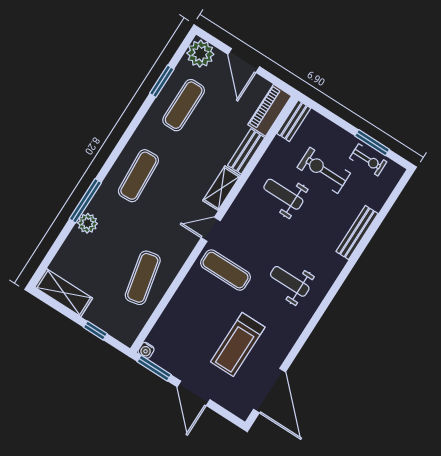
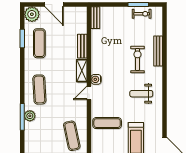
piano: (270, 110) -> (81, 20), removed
exercise bike: (324, 170) -> (137, 59), moved, turned 90
weight bench: (283, 194) -> (112, 55), removed
water cooler: (235, 215) -> (96, 79), added
plant: (88, 223) -> (30, 116), moved
exercise mat: (226, 270) -> (107, 123), moved

